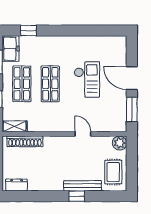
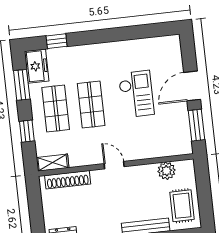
door: (132, 78) -> (192, 86), hinge flipped
door: (83, 134) -> (114, 165), moved
plant: (120, 143) -> (166, 171), moved

